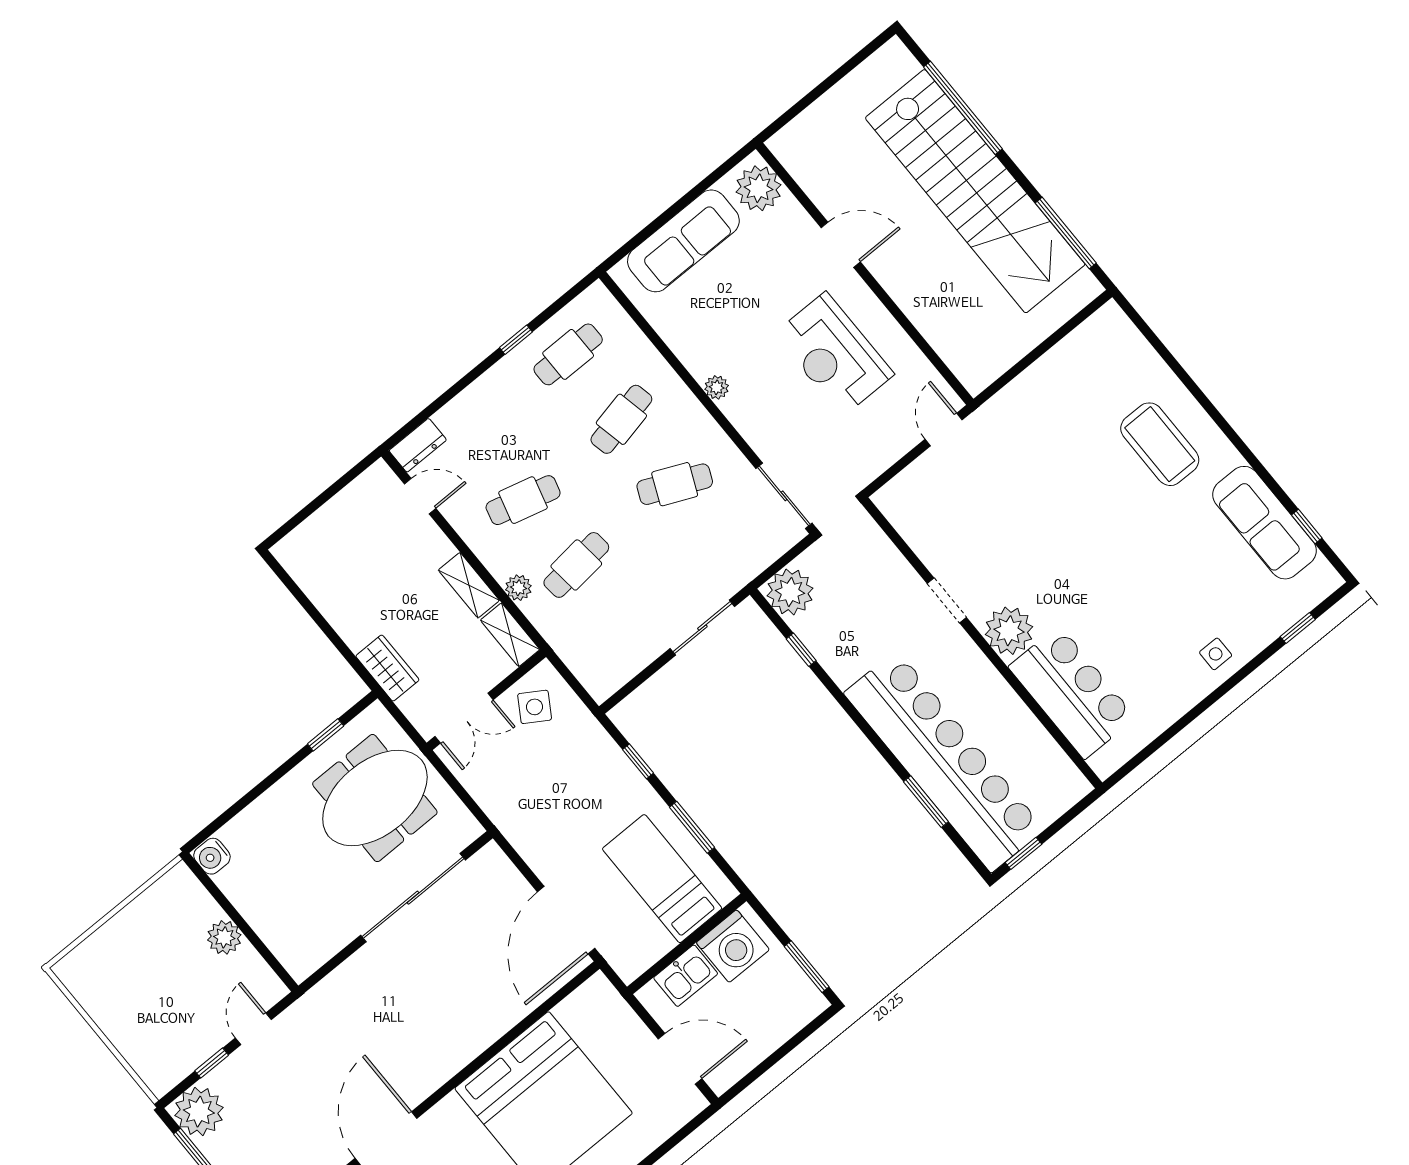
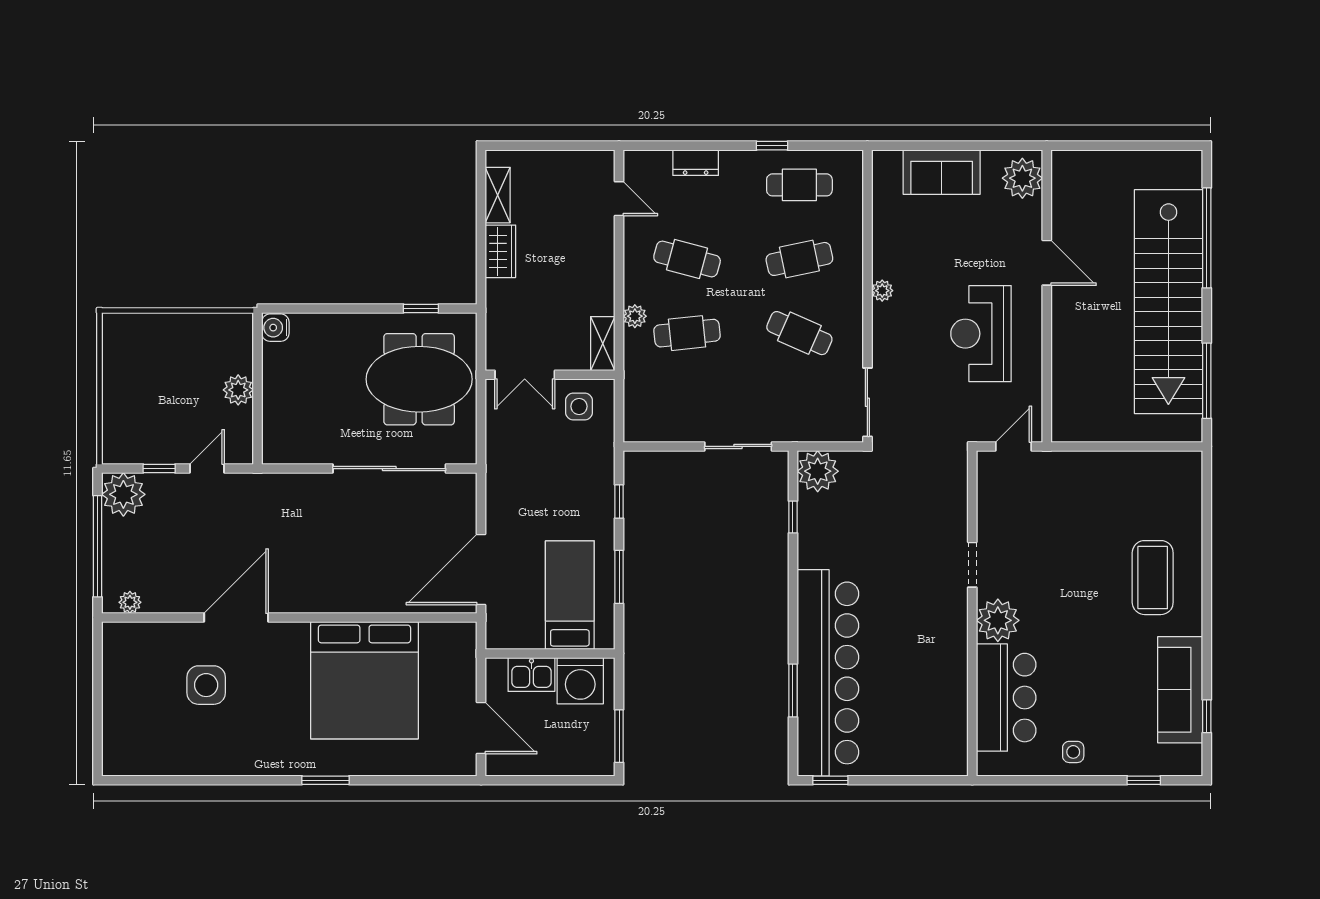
sofa: (683, 241) -> (942, 172), width x0.73
dresser: (418, 445) -> (696, 163), moved
shelving: (469, 585) -> (498, 195), moved
doorway: (947, 600) -> (972, 565), moved
plant: (1009, 631) -> (998, 620), moved
wall: (982, 643) -> (972, 613), moved
wardrobe: (387, 668) -> (500, 251), moved
bar counter: (1072, 692) -> (1006, 698), moved
side table: (535, 707) -> (579, 406), turned -32

